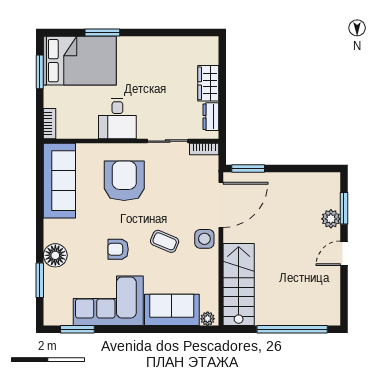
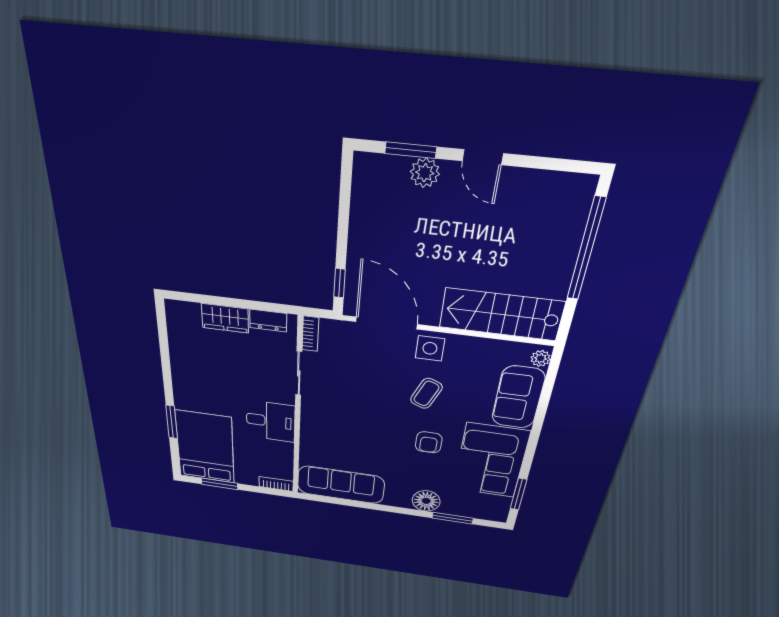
window: (248, 169) -> (339, 283), width x0.67
armchair: (124, 181) -> (345, 425), removed

